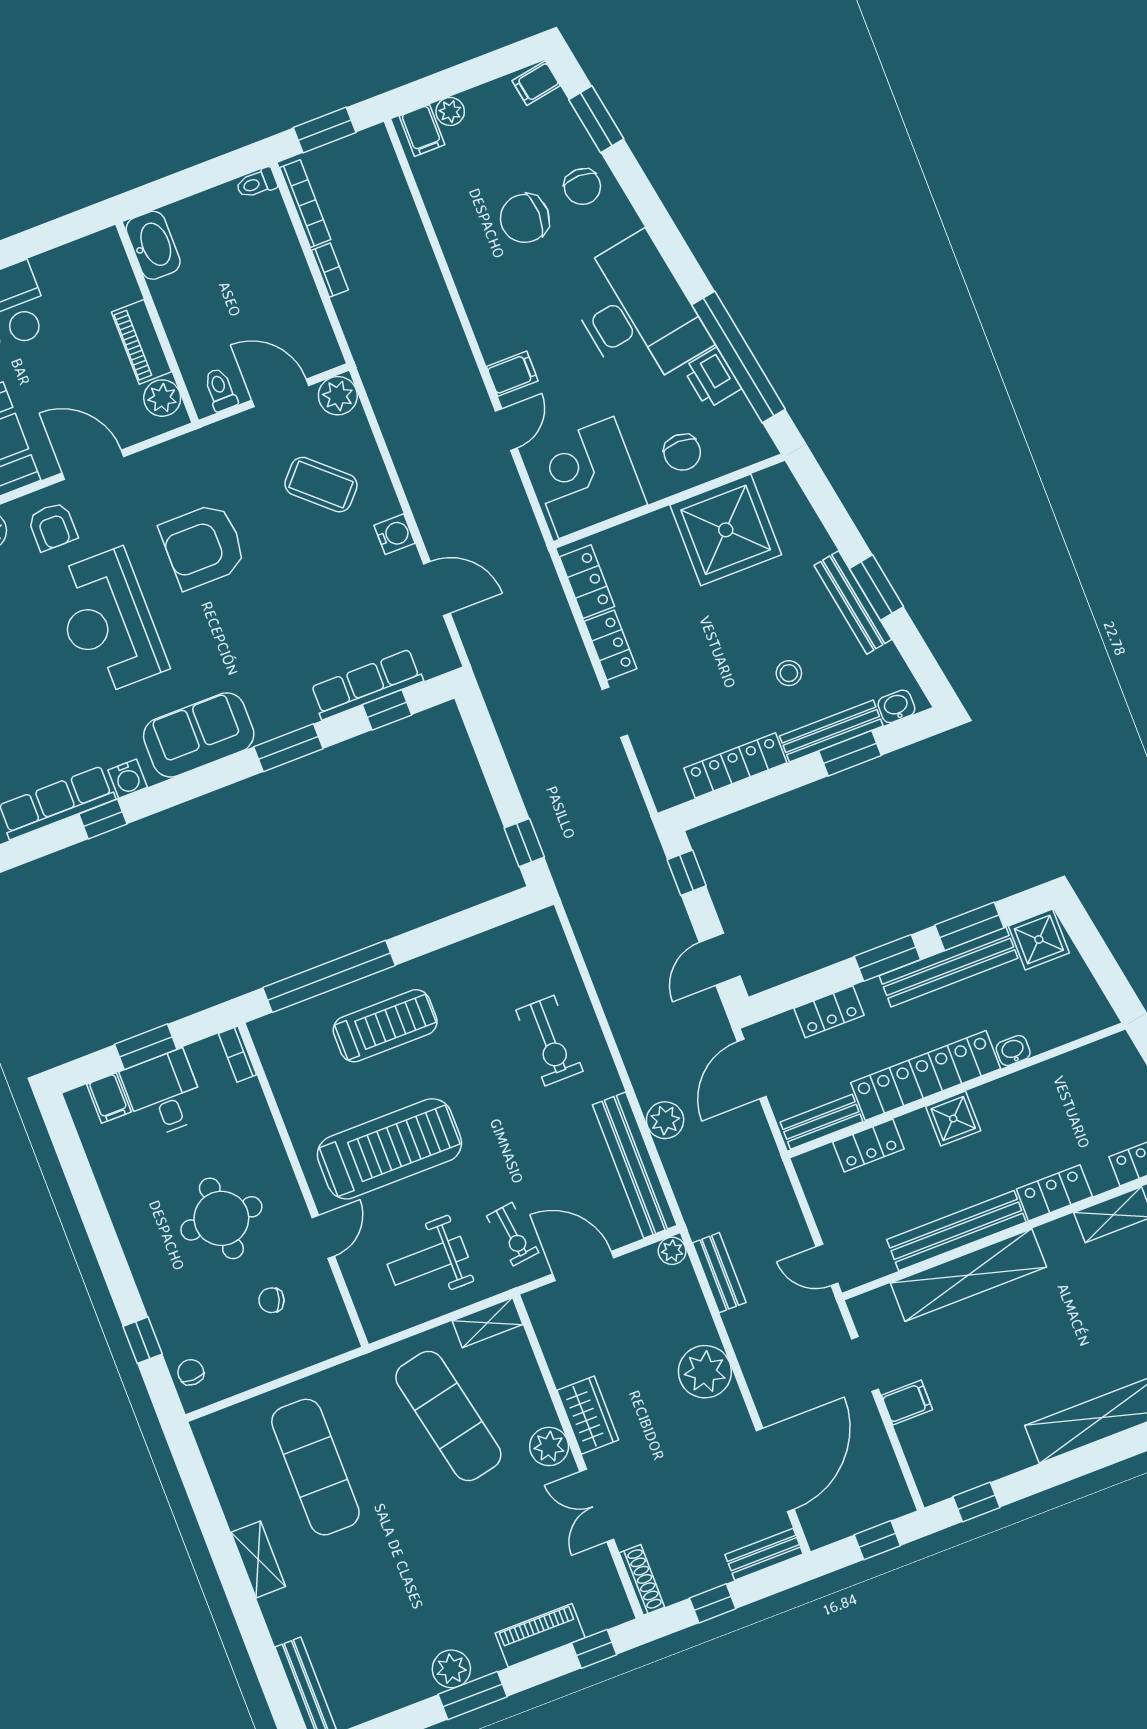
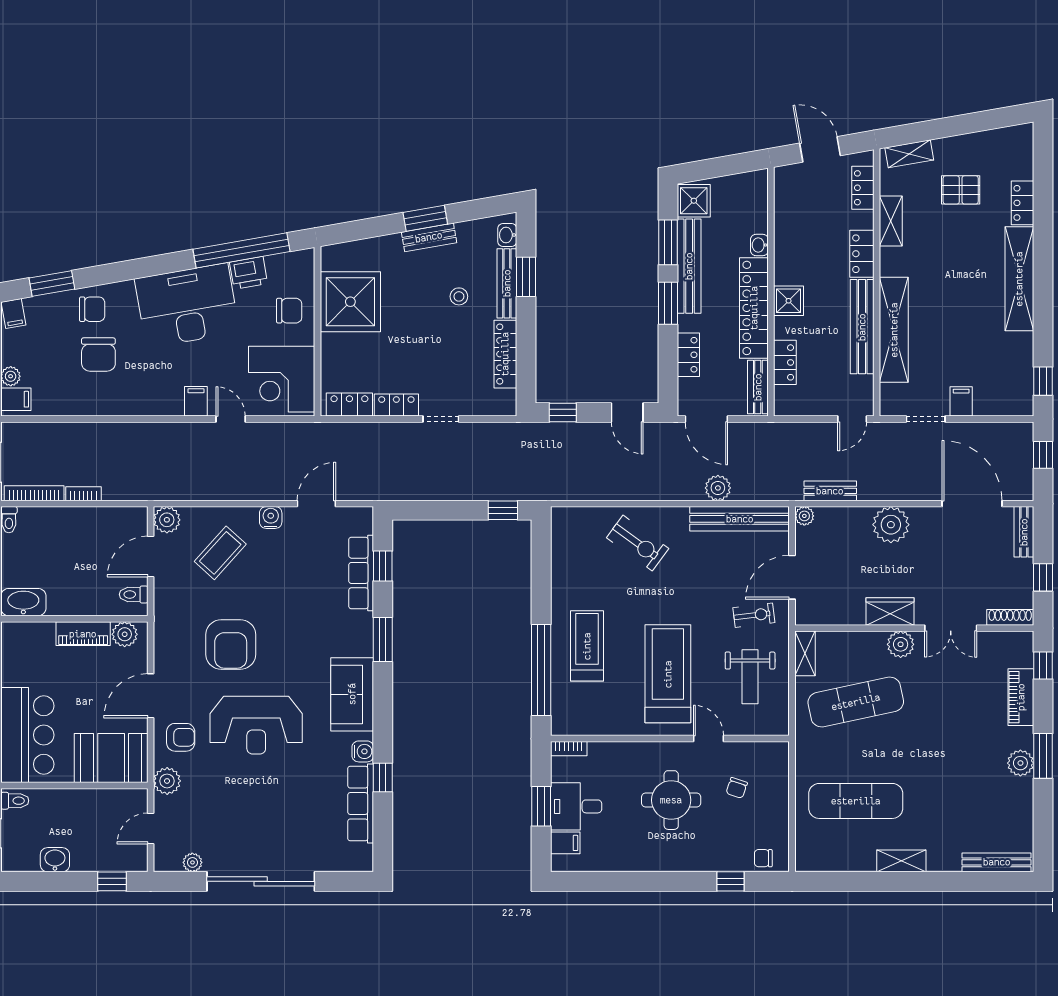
bench: (853, 602) -> (429, 237), width x0.73
exercise bike: (549, 1041) -> (638, 543), turned 36

